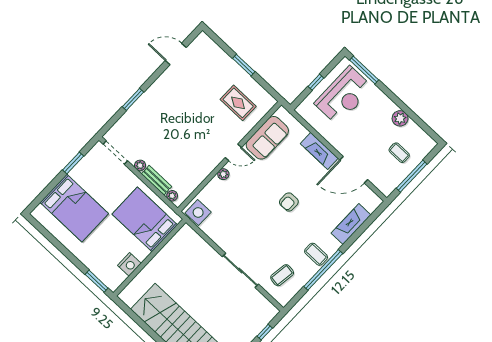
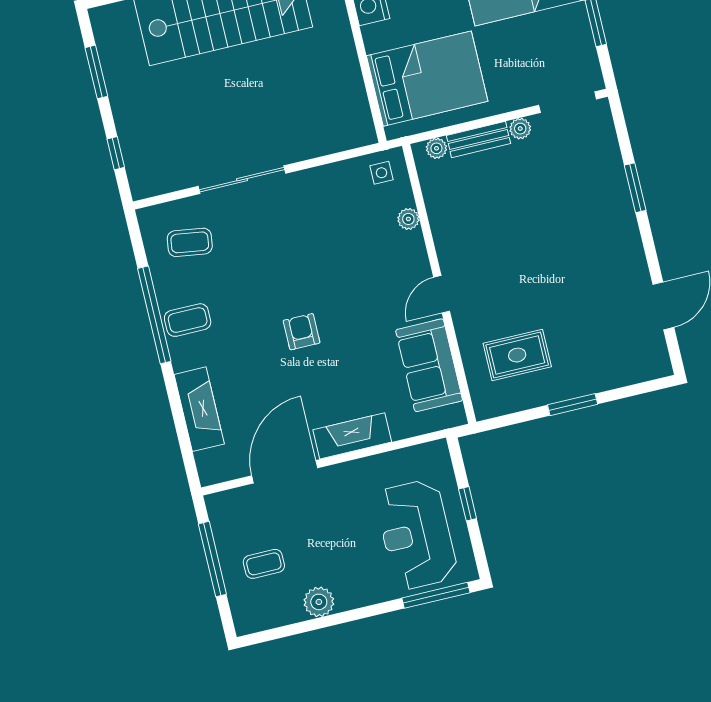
plant: (223, 174) -> (408, 219), moved
side table: (198, 212) -> (382, 173), width x0.54, depth x0.54
coffee table: (282, 275) -> (190, 242), turned 90

